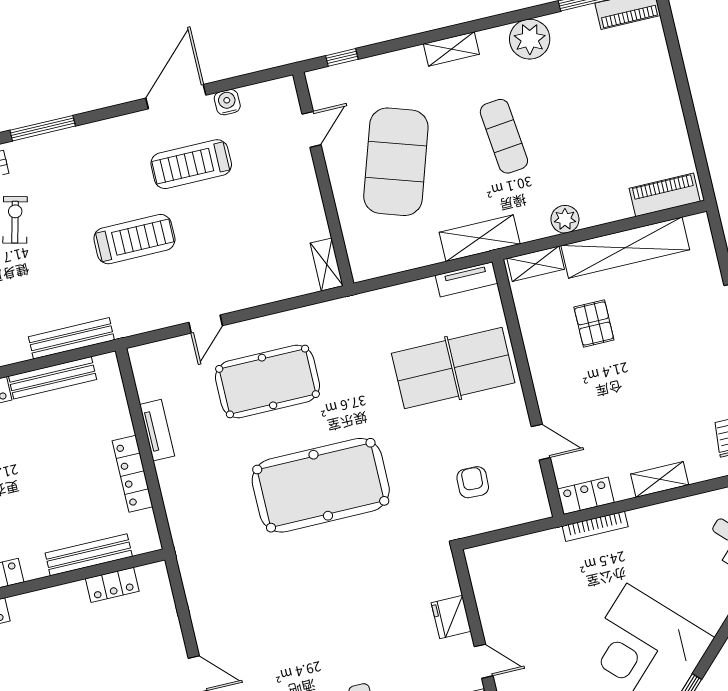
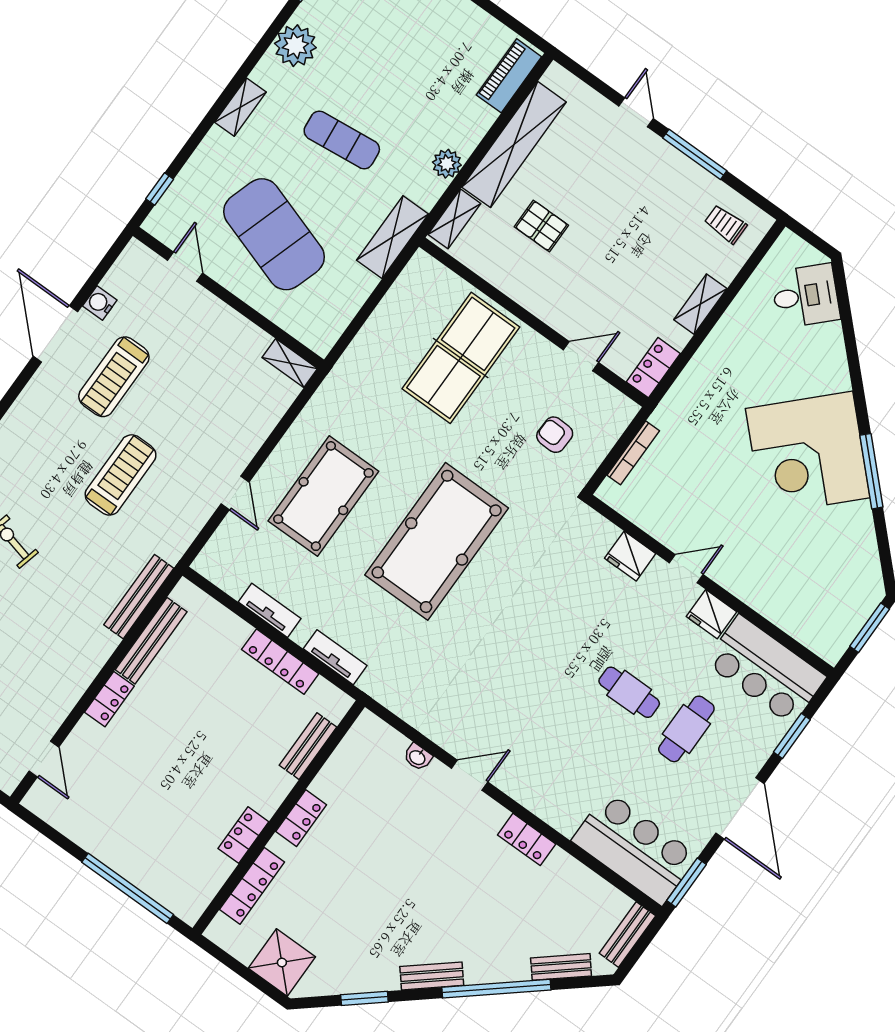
tv unit: (467, 279) -> (335, 657), moved, turned -90
bookcase: (595, 526) -> (633, 453), moved
bench: (89, 555) -> (308, 746), width x0.73
locker: (112, 585) -> (301, 818), moved
washbasin: (172, 629) -> (418, 757), added

